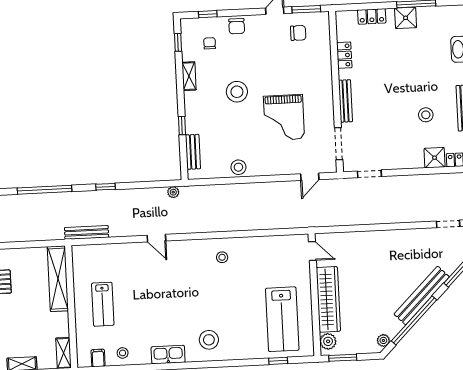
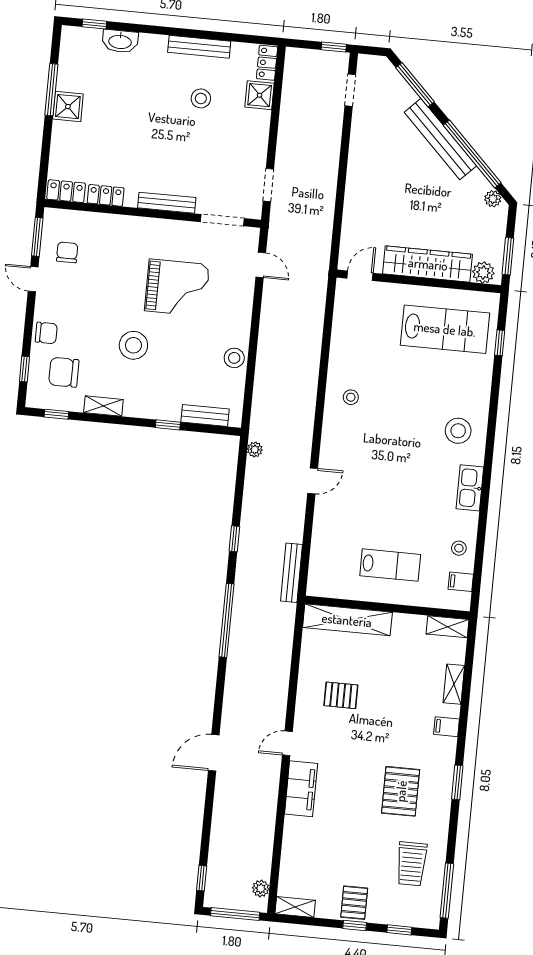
locker: (372, 16) -> (66, 191), moved, turned -90
chair: (210, 43) -> (64, 372), width x1.87, depth x1.87

